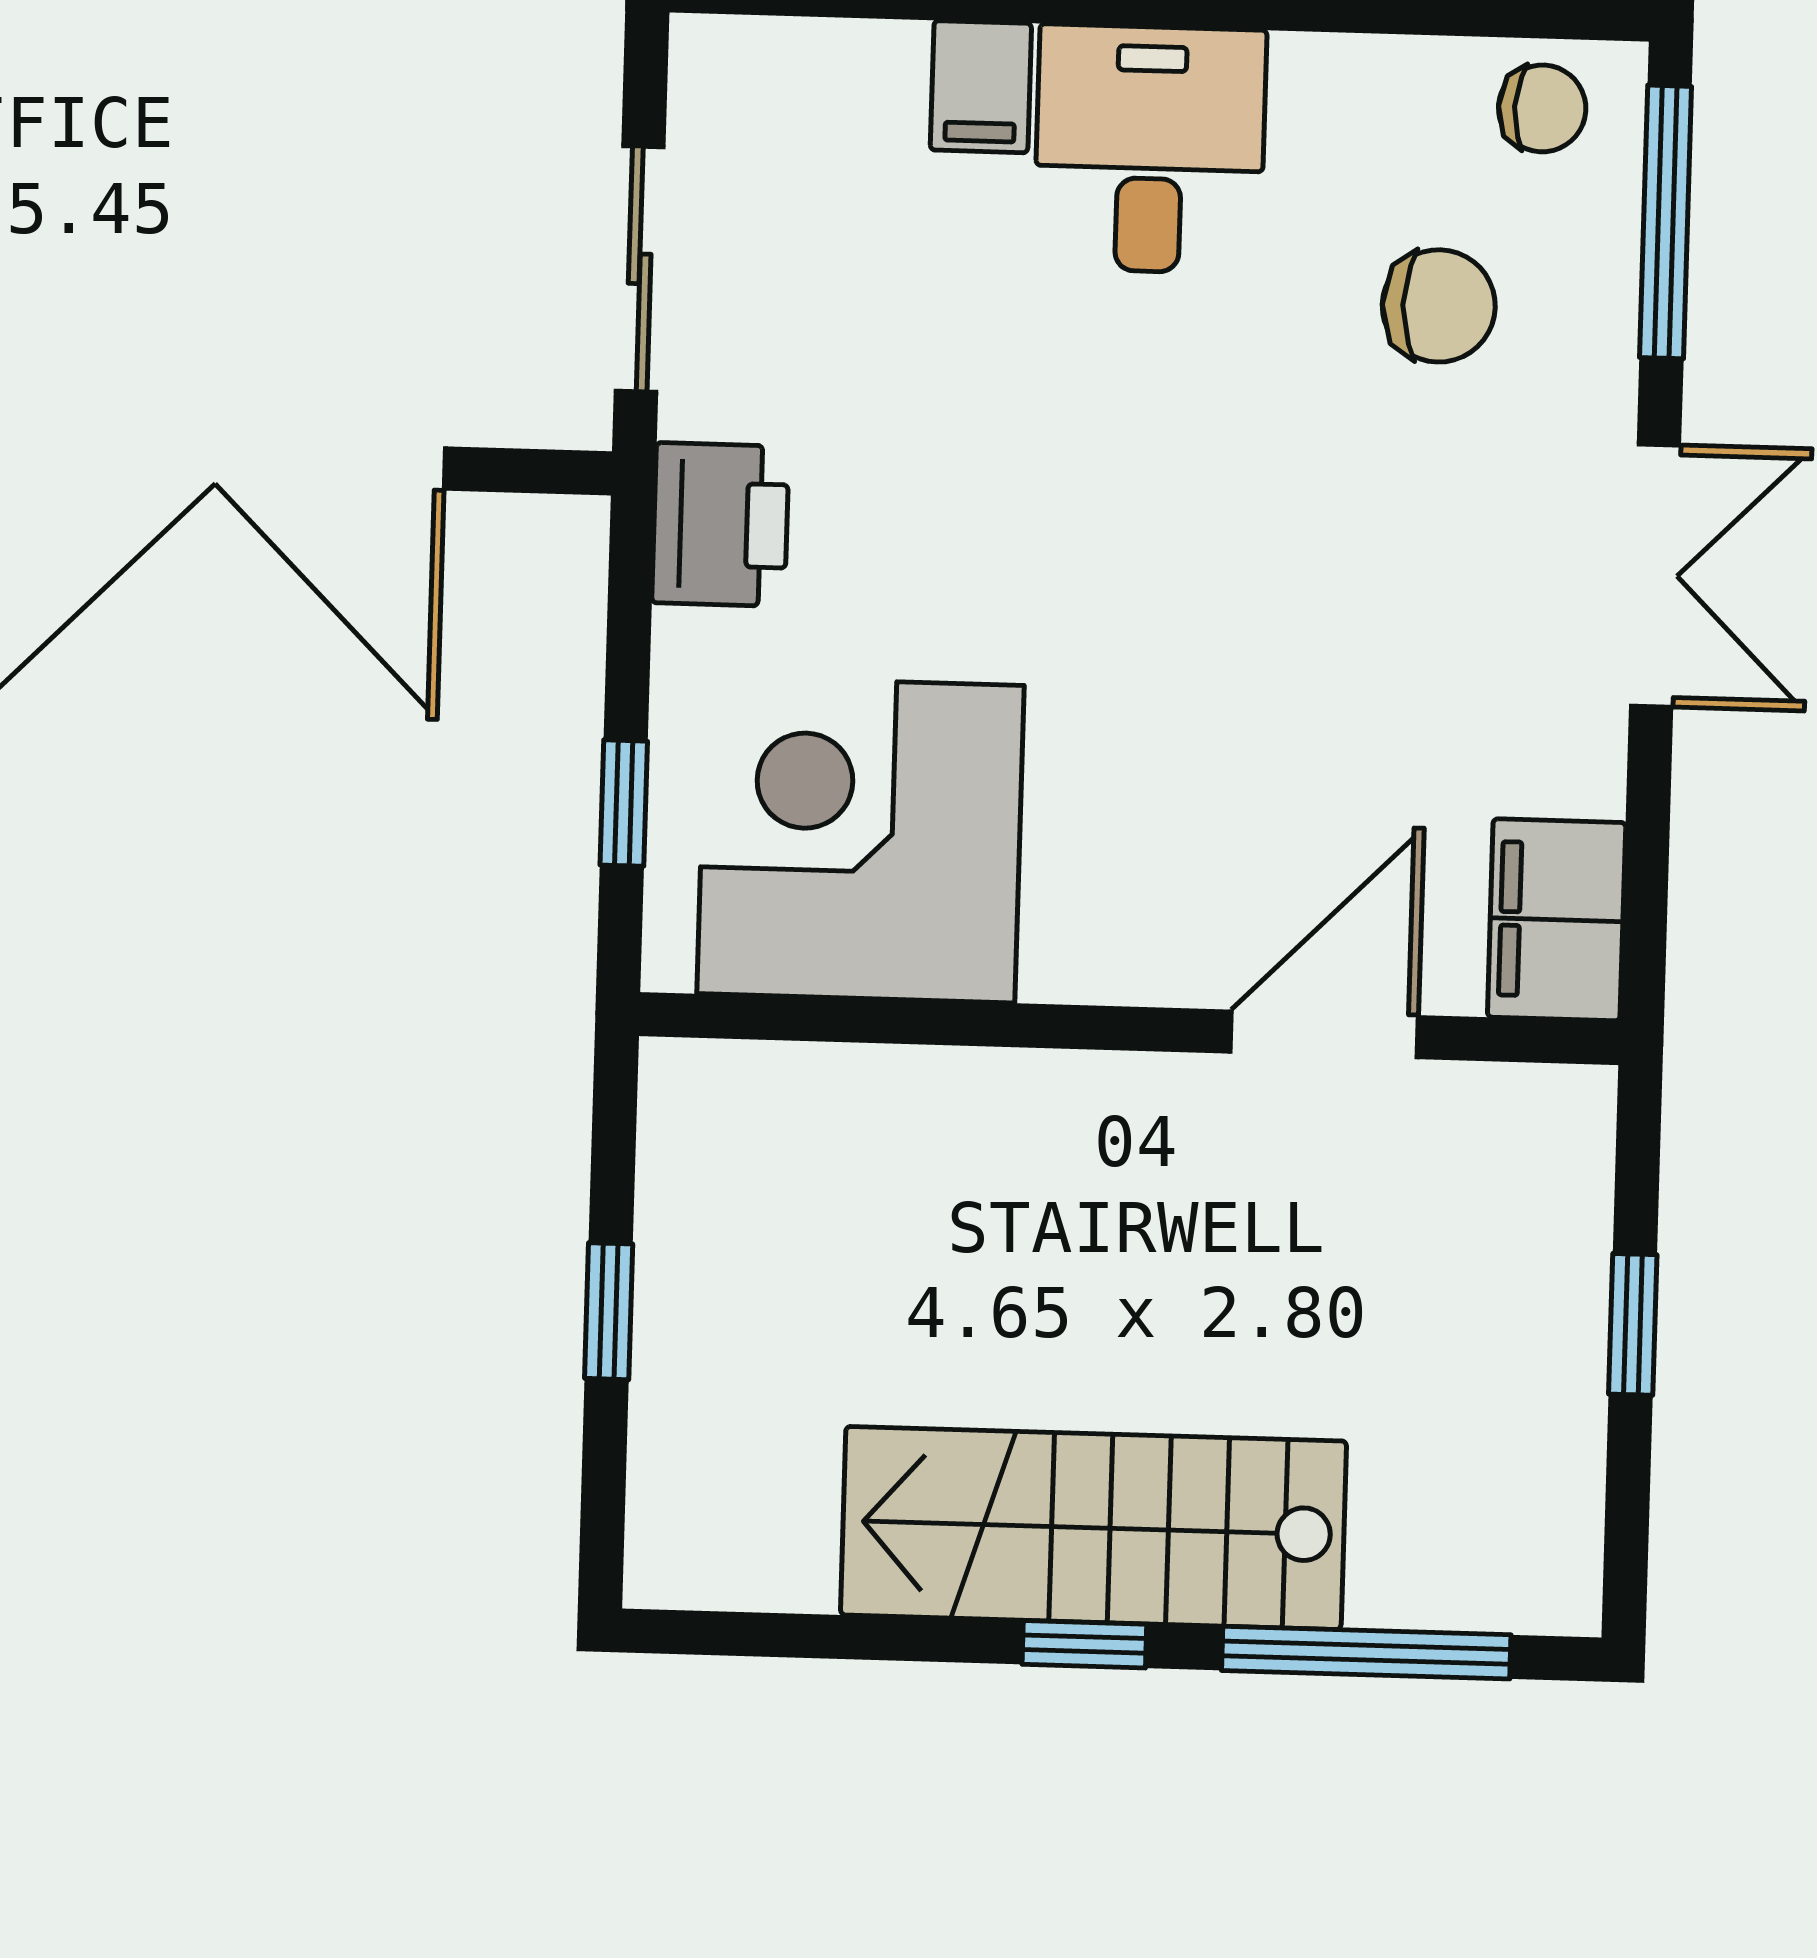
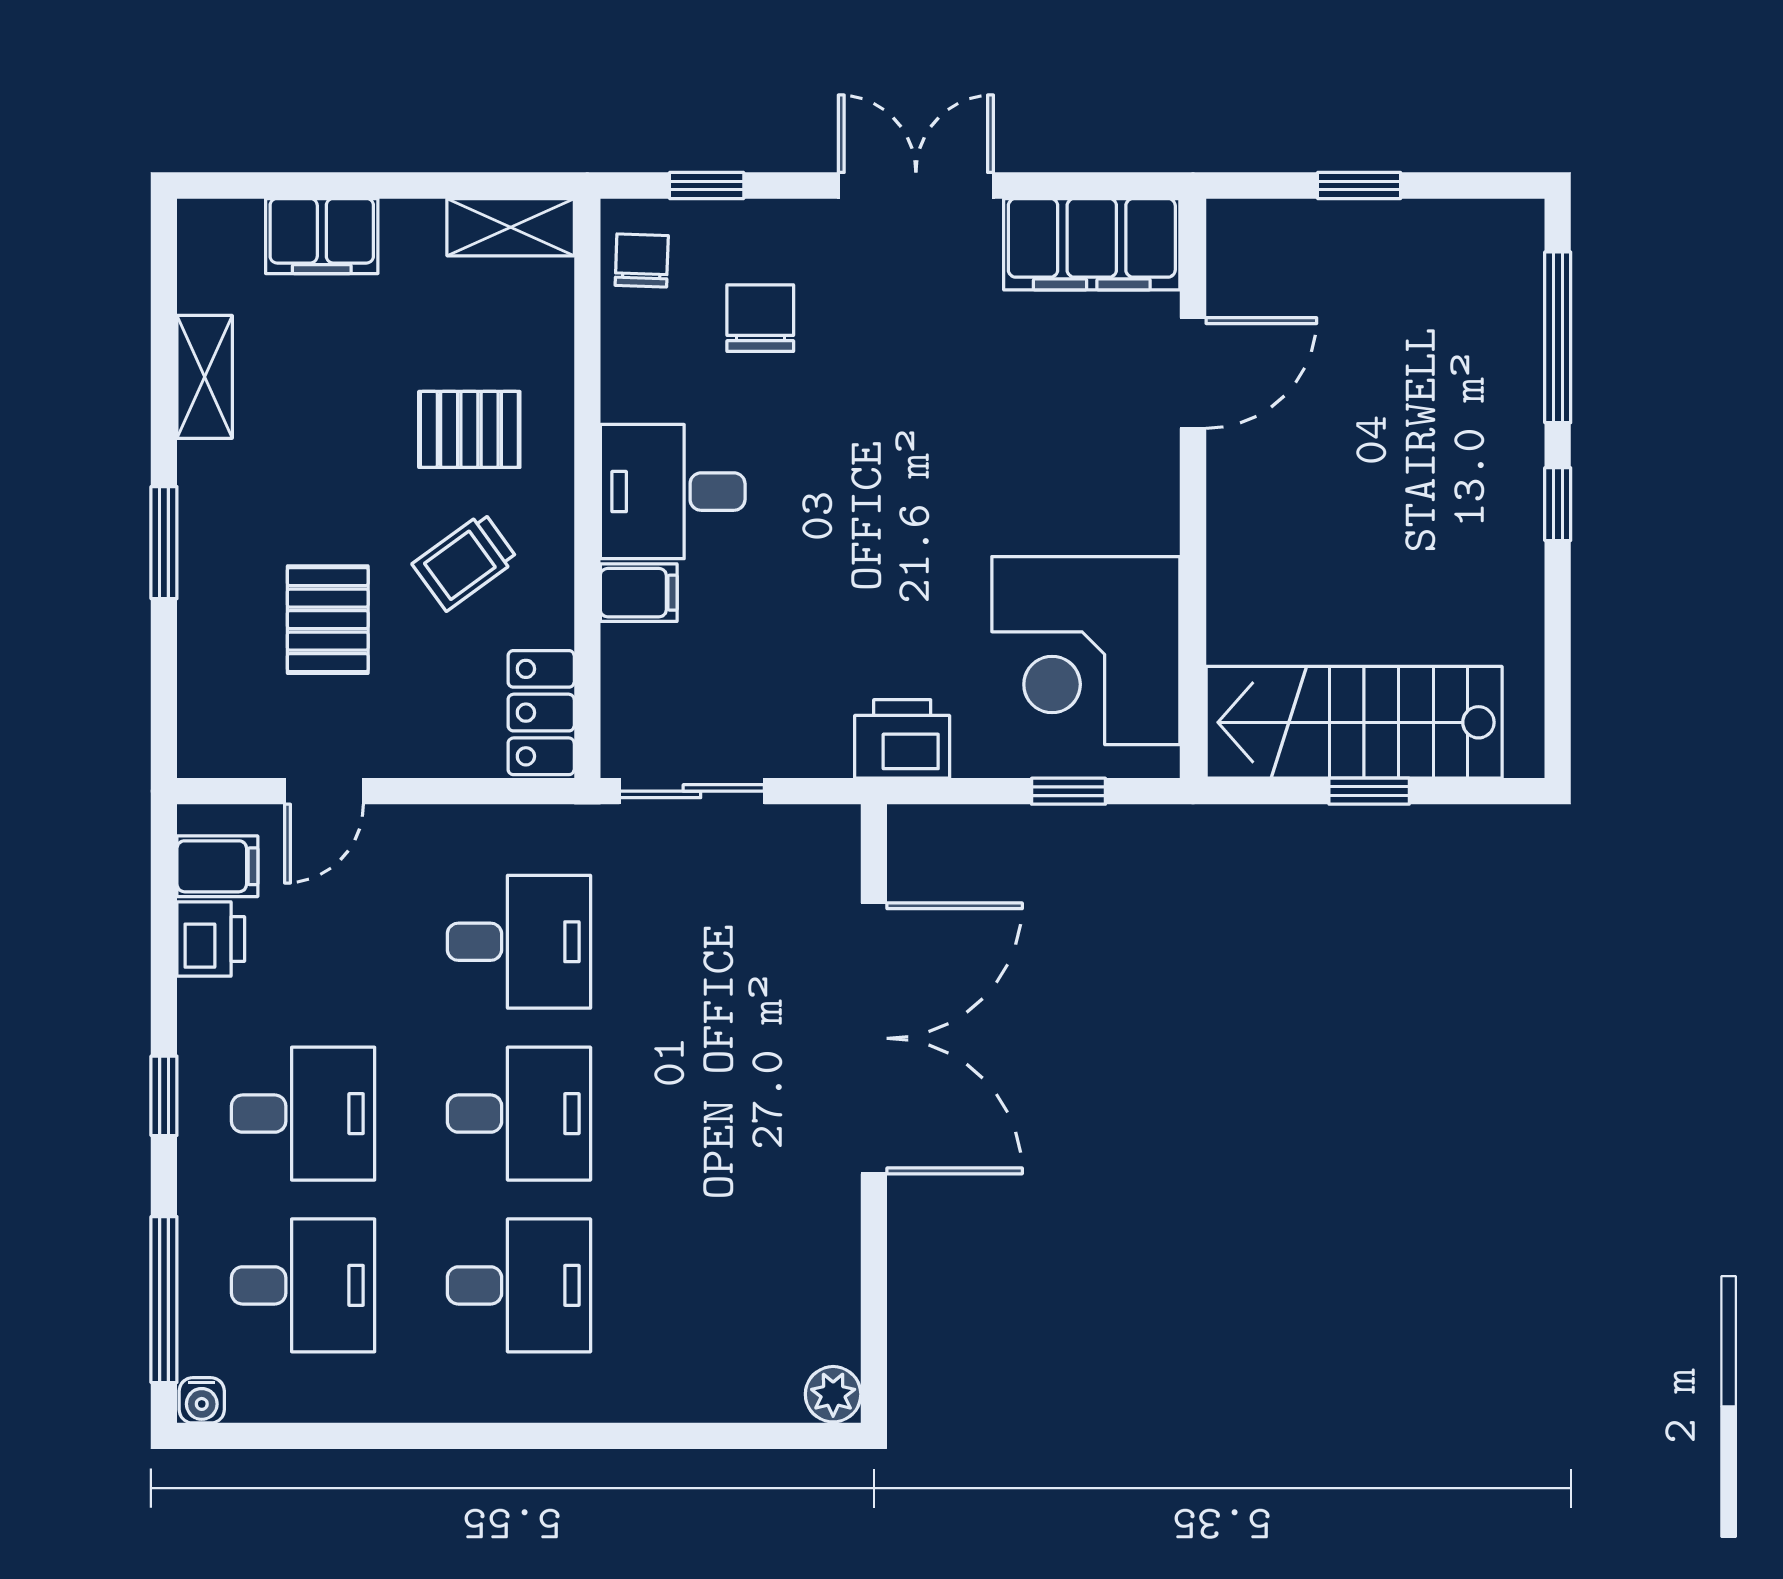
window: (1666, 222) -> (707, 186), width x0.46
sliding door: (640, 269) -> (692, 791), moved
filing cabinet: (1557, 920) -> (1092, 244), width x1.50, depth x1.17
door: (1324, 1034) -> (1193, 373), swing flipped
stairs: (1093, 1528) -> (1354, 722), moved, turned 90

